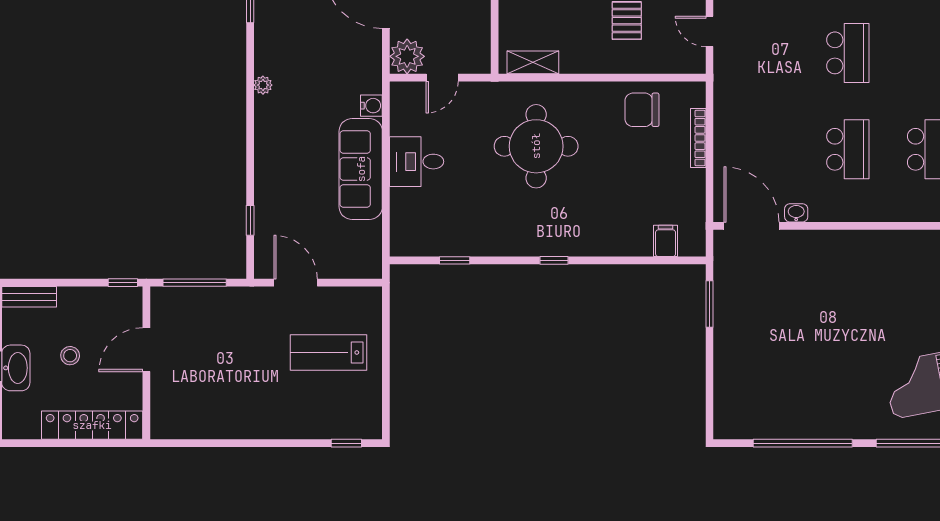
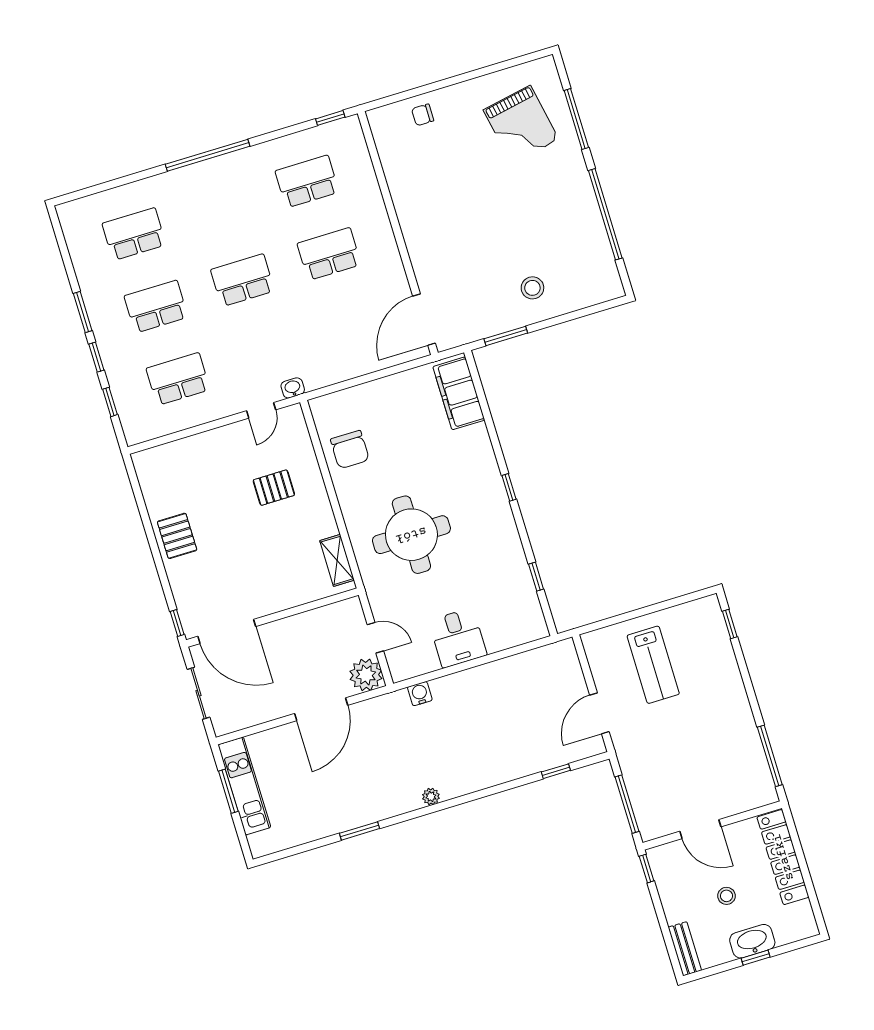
bookcase: (698, 138) -> (360, 391), removed
sofa: (361, 169) -> (480, 686), removed
washbasin: (796, 213) -> (293, 388), moved, turned 90
filing cabinet: (666, 241) -> (459, 393), width x3.00, depth x1.17
stool: (750, 346) -> (532, 288), added
window: (199, 443) -> (770, 756), added

